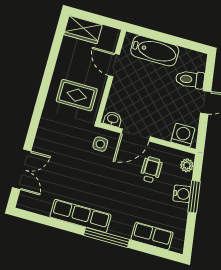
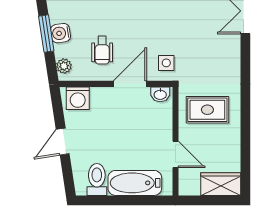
toilet: (190, 79) -> (97, 179), moved, turned -81

